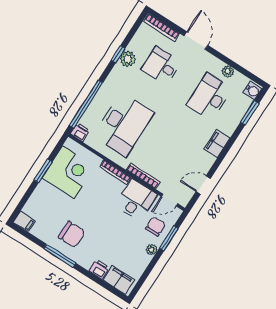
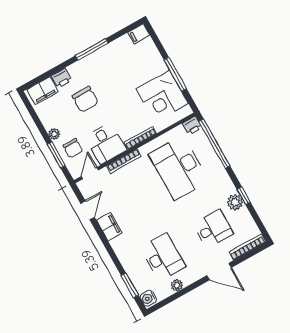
filing cabinet: (217, 144) -> (109, 227), moved
window: (43, 171) -> (175, 74), width x1.44
chair: (72, 234) -> (85, 99), moved, turned -90

